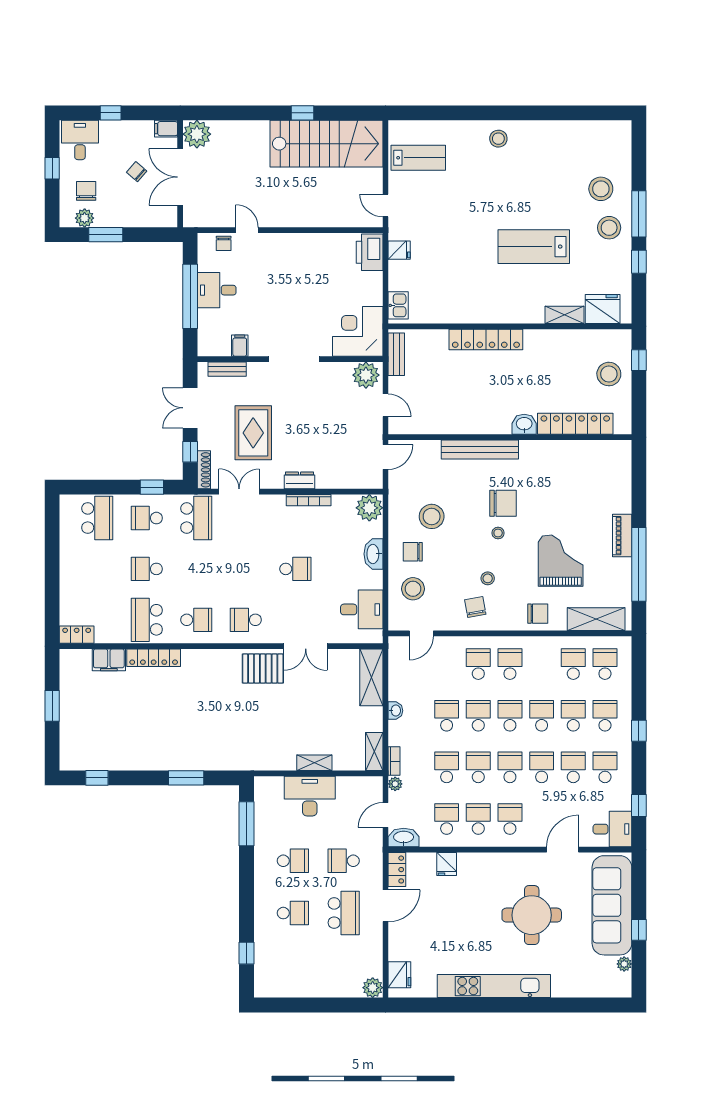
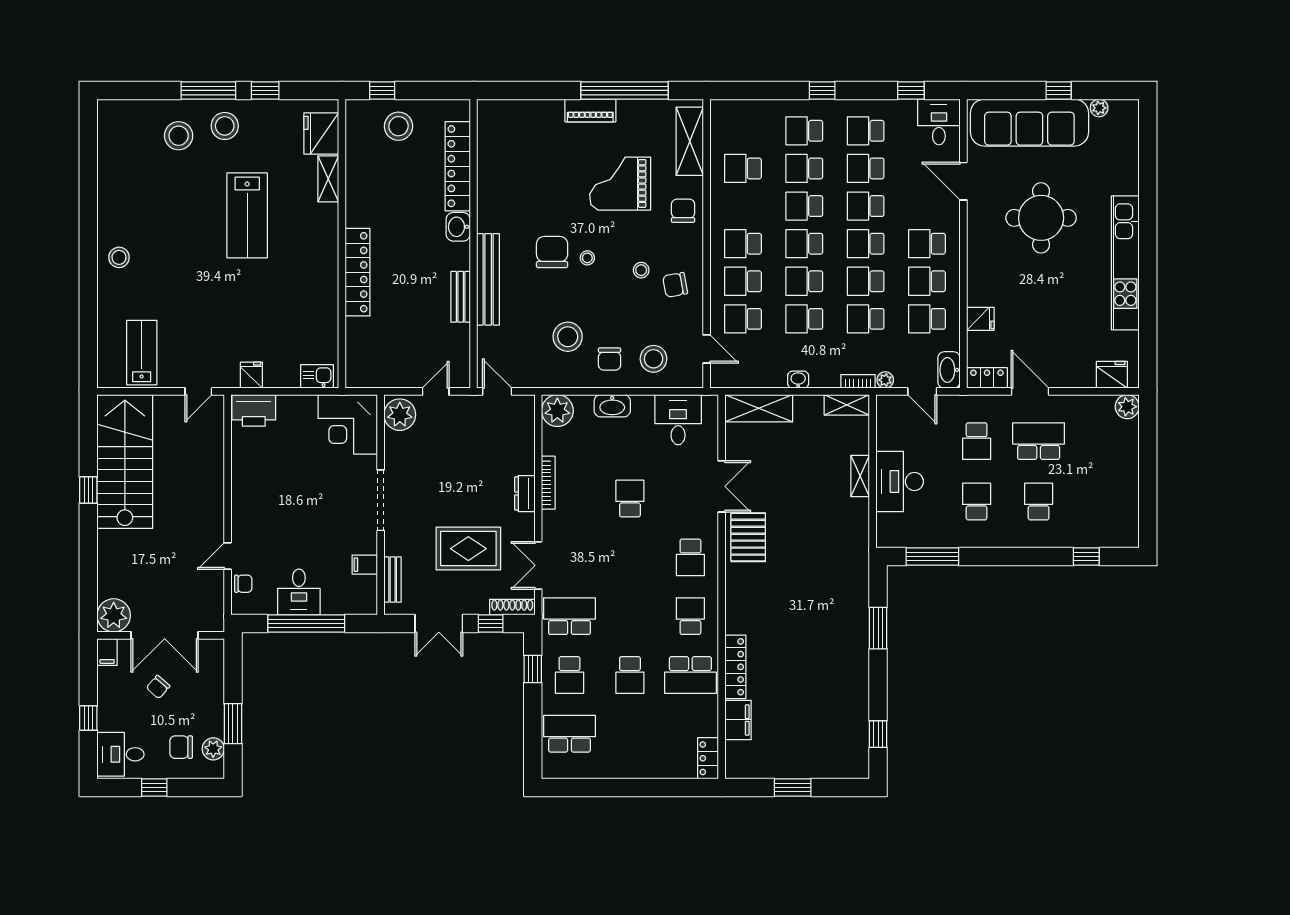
bench: (396, 354) -> (461, 297), moved, turned 90
school desk: (605, 664) -> (743, 319), moved

